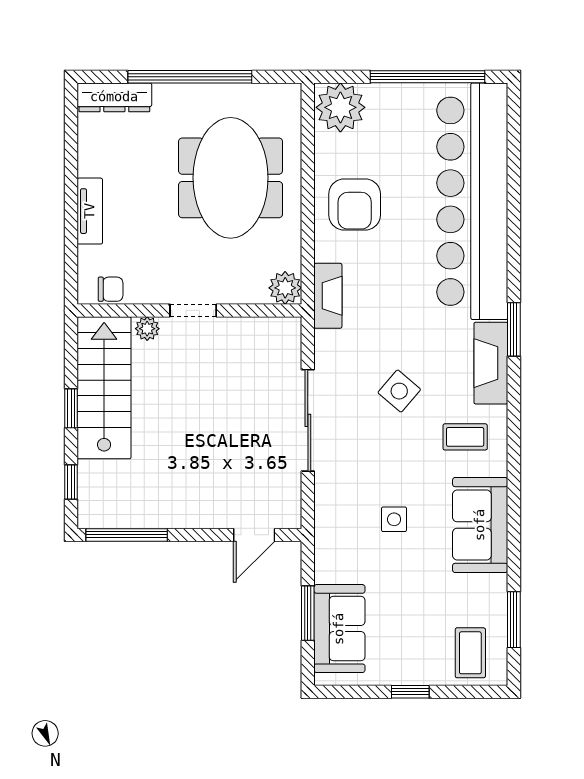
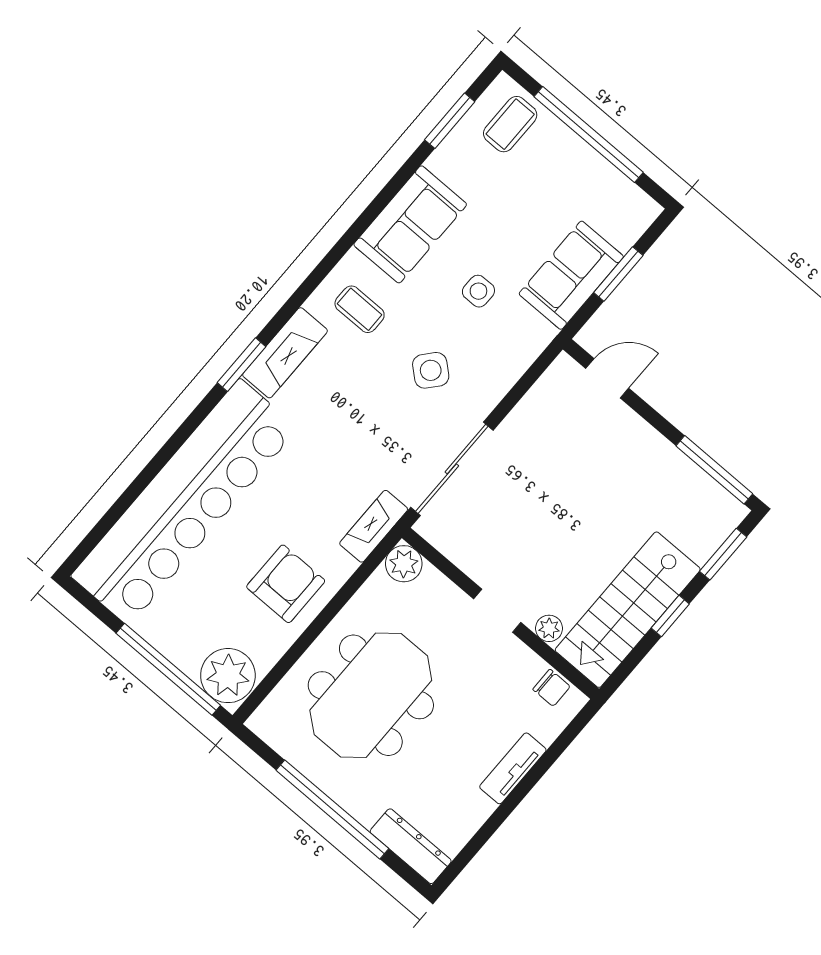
window: (428, 77) -> (168, 669), moved
chair: (111, 289) -> (552, 688), turned 180
side table: (399, 391) -> (431, 370), moved
sliding door: (308, 420) -> (452, 469), moved
window: (71, 482) -> (723, 554), width x1.50
sofa: (339, 629) -> (571, 275), moved
window: (410, 692) -> (589, 134), width x3.17

